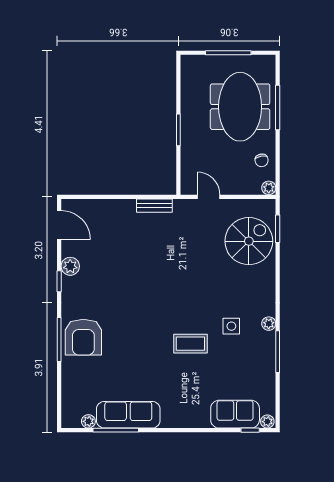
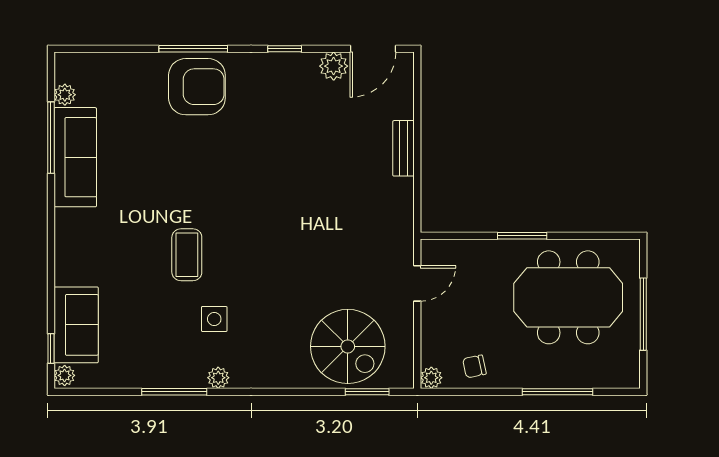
meeting table: (240, 107) -> (568, 297), moved
bench: (154, 206) -> (404, 148), moved
plant: (70, 266) -> (334, 66), moved
armchair: (83, 337) -> (197, 87), turned 180

